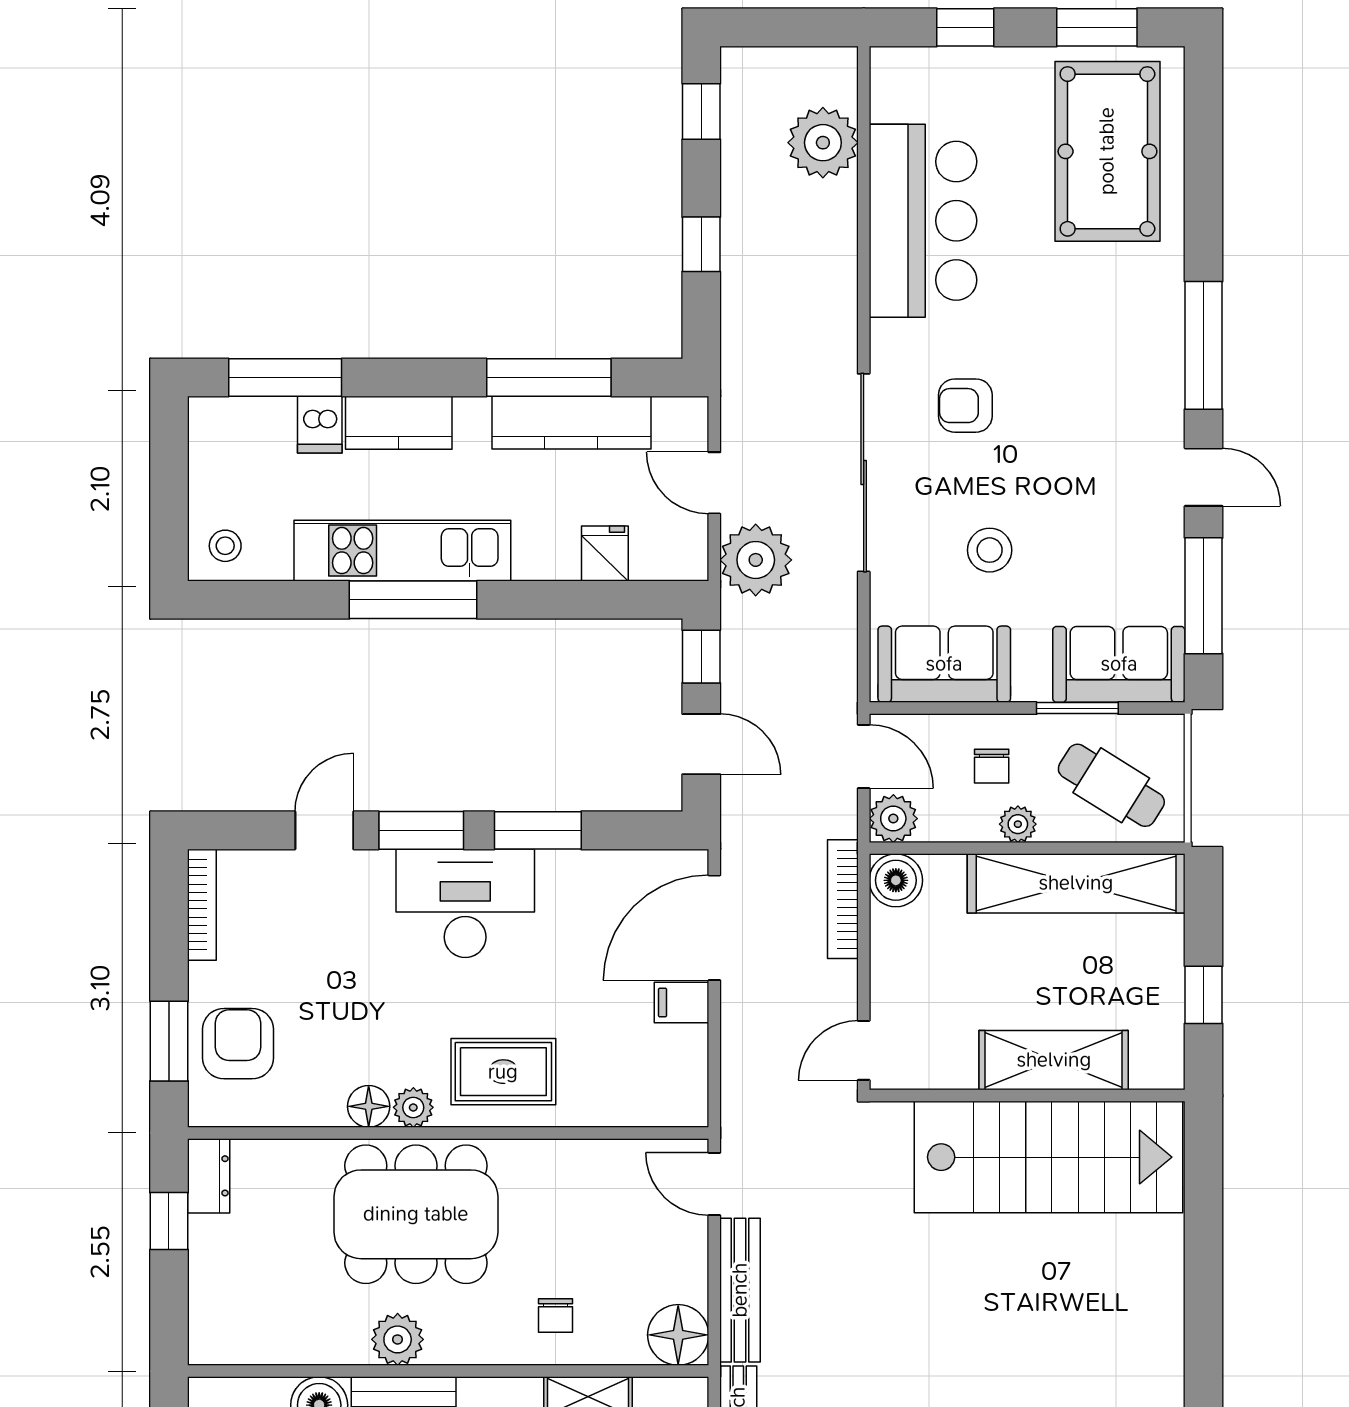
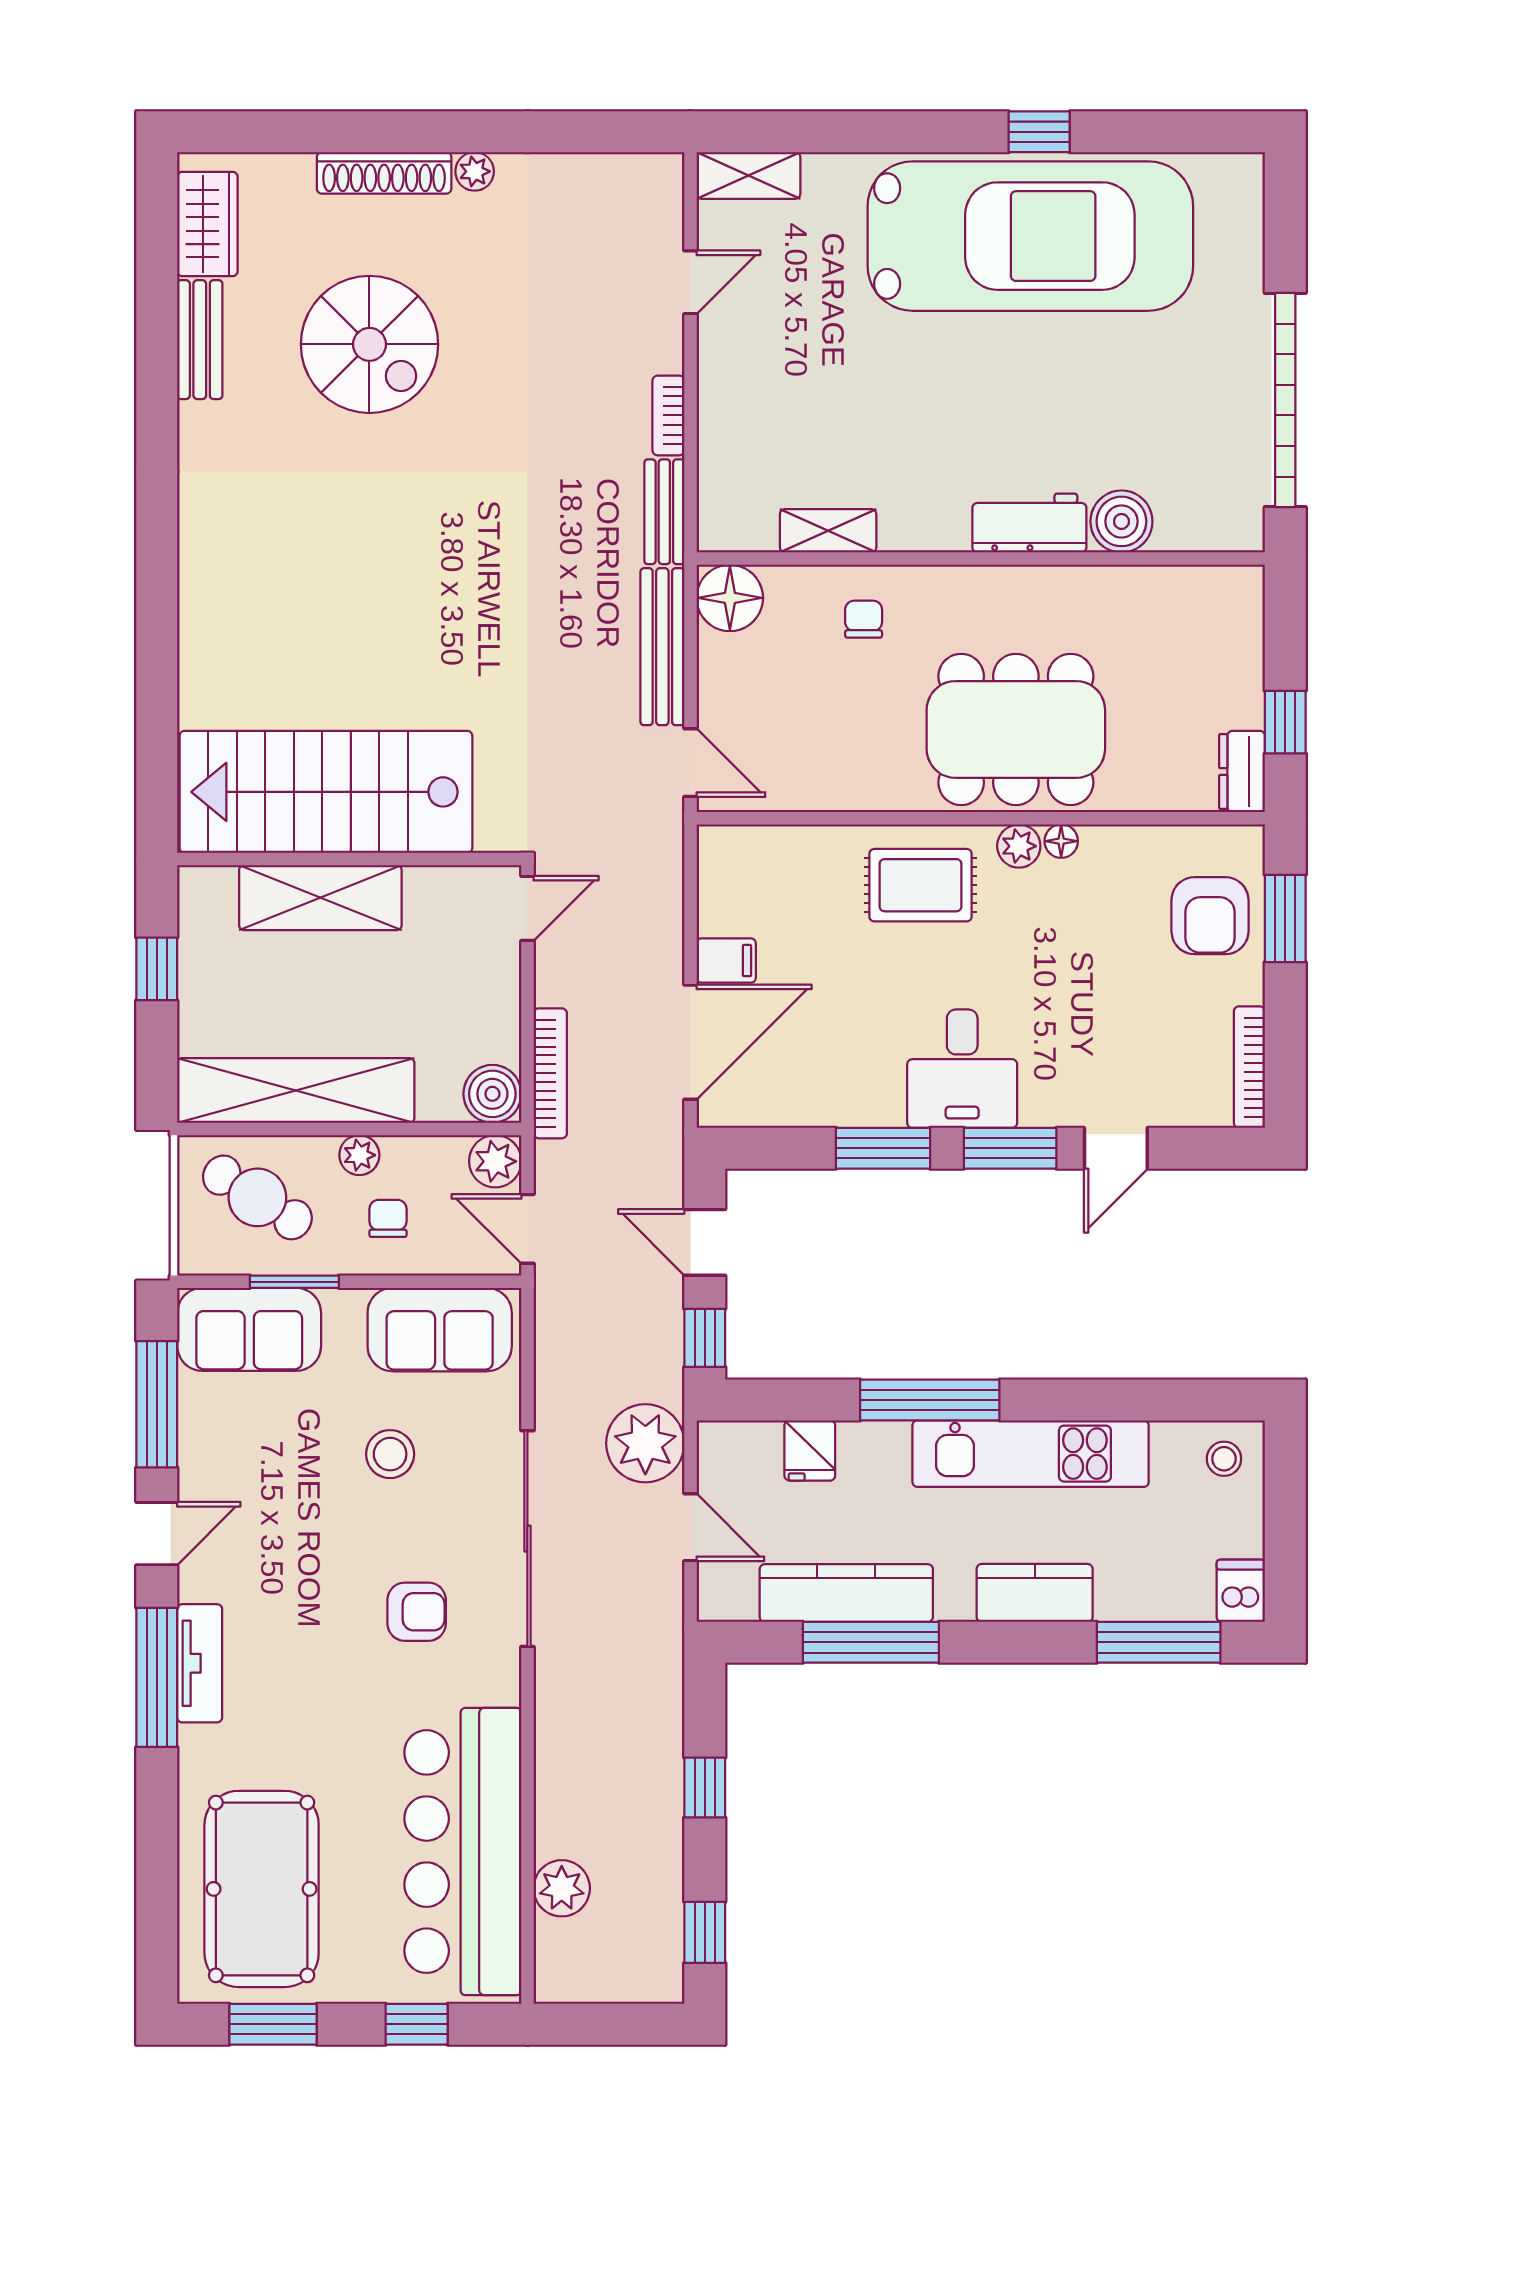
plant: (823, 143) -> (562, 1888), width x0.73, depth x0.73
bar counter: (923, 221) -> (463, 1852), width x1.36
tv unit: (1164, 358) -> (200, 1663), added
dishwasher: (320, 425) -> (1241, 1591), moved
door: (1204, 477) -> (157, 1534), swing flipped
window: (413, 600) -> (930, 1400), moved
desk: (465, 903) -> (962, 1069), width x0.73
floor lamp: (369, 1106) -> (1061, 841), width x0.73, depth x0.73
plant: (398, 1339) -> (1036, 593), removed

